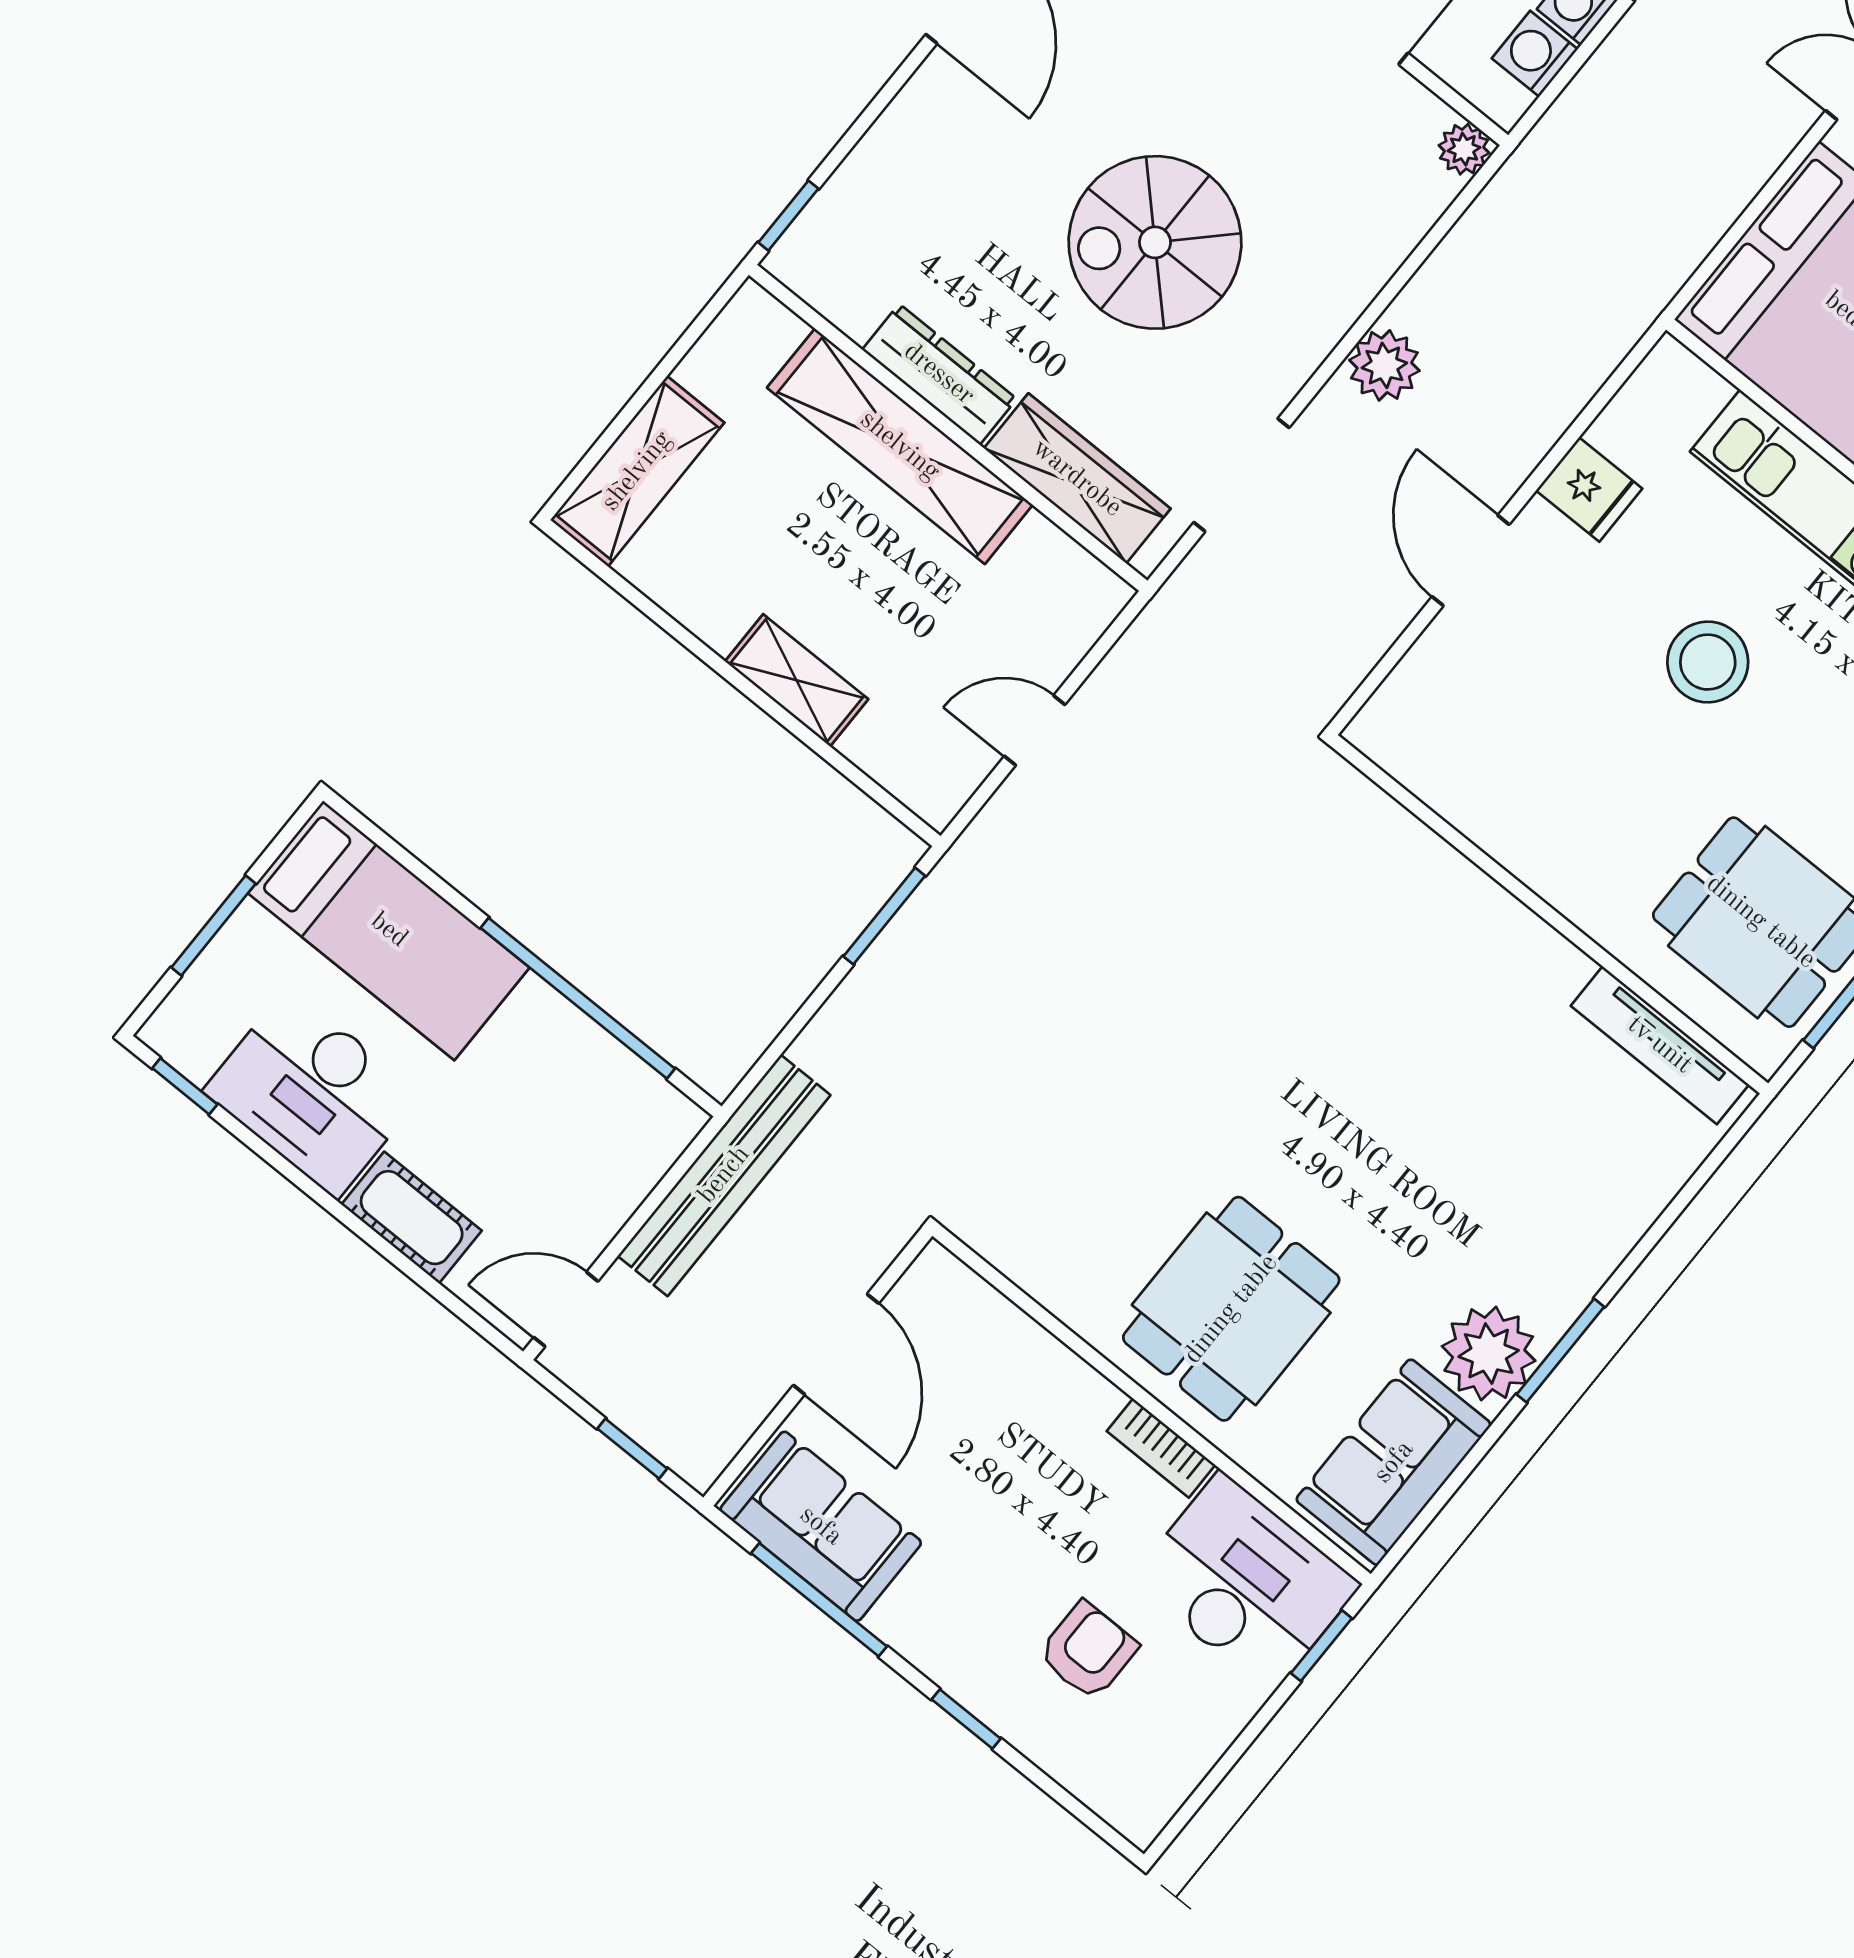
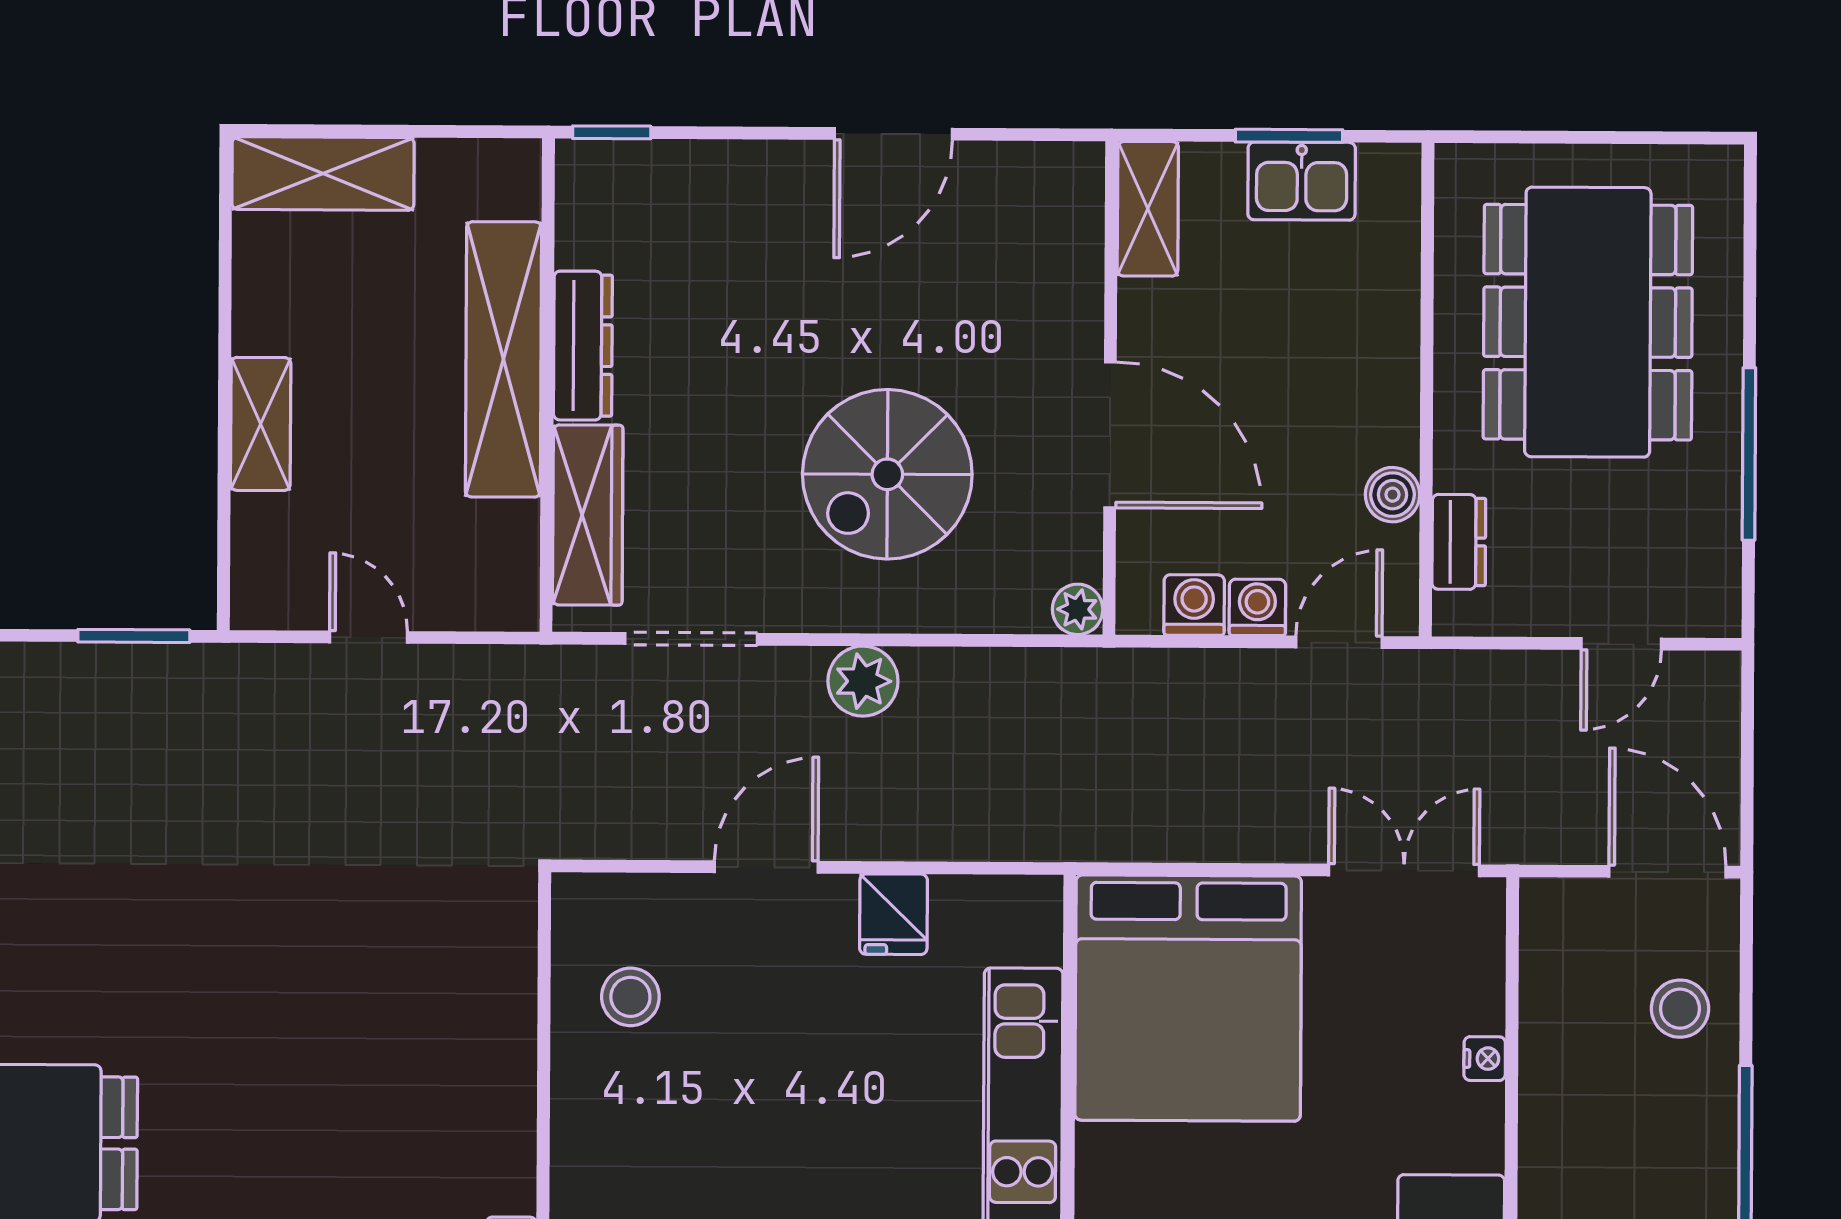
spiral stairs: (1155, 242) -> (887, 474), moved, turned -90
stool: (1708, 662) -> (630, 997), moved, width x0.73, depth x0.73

